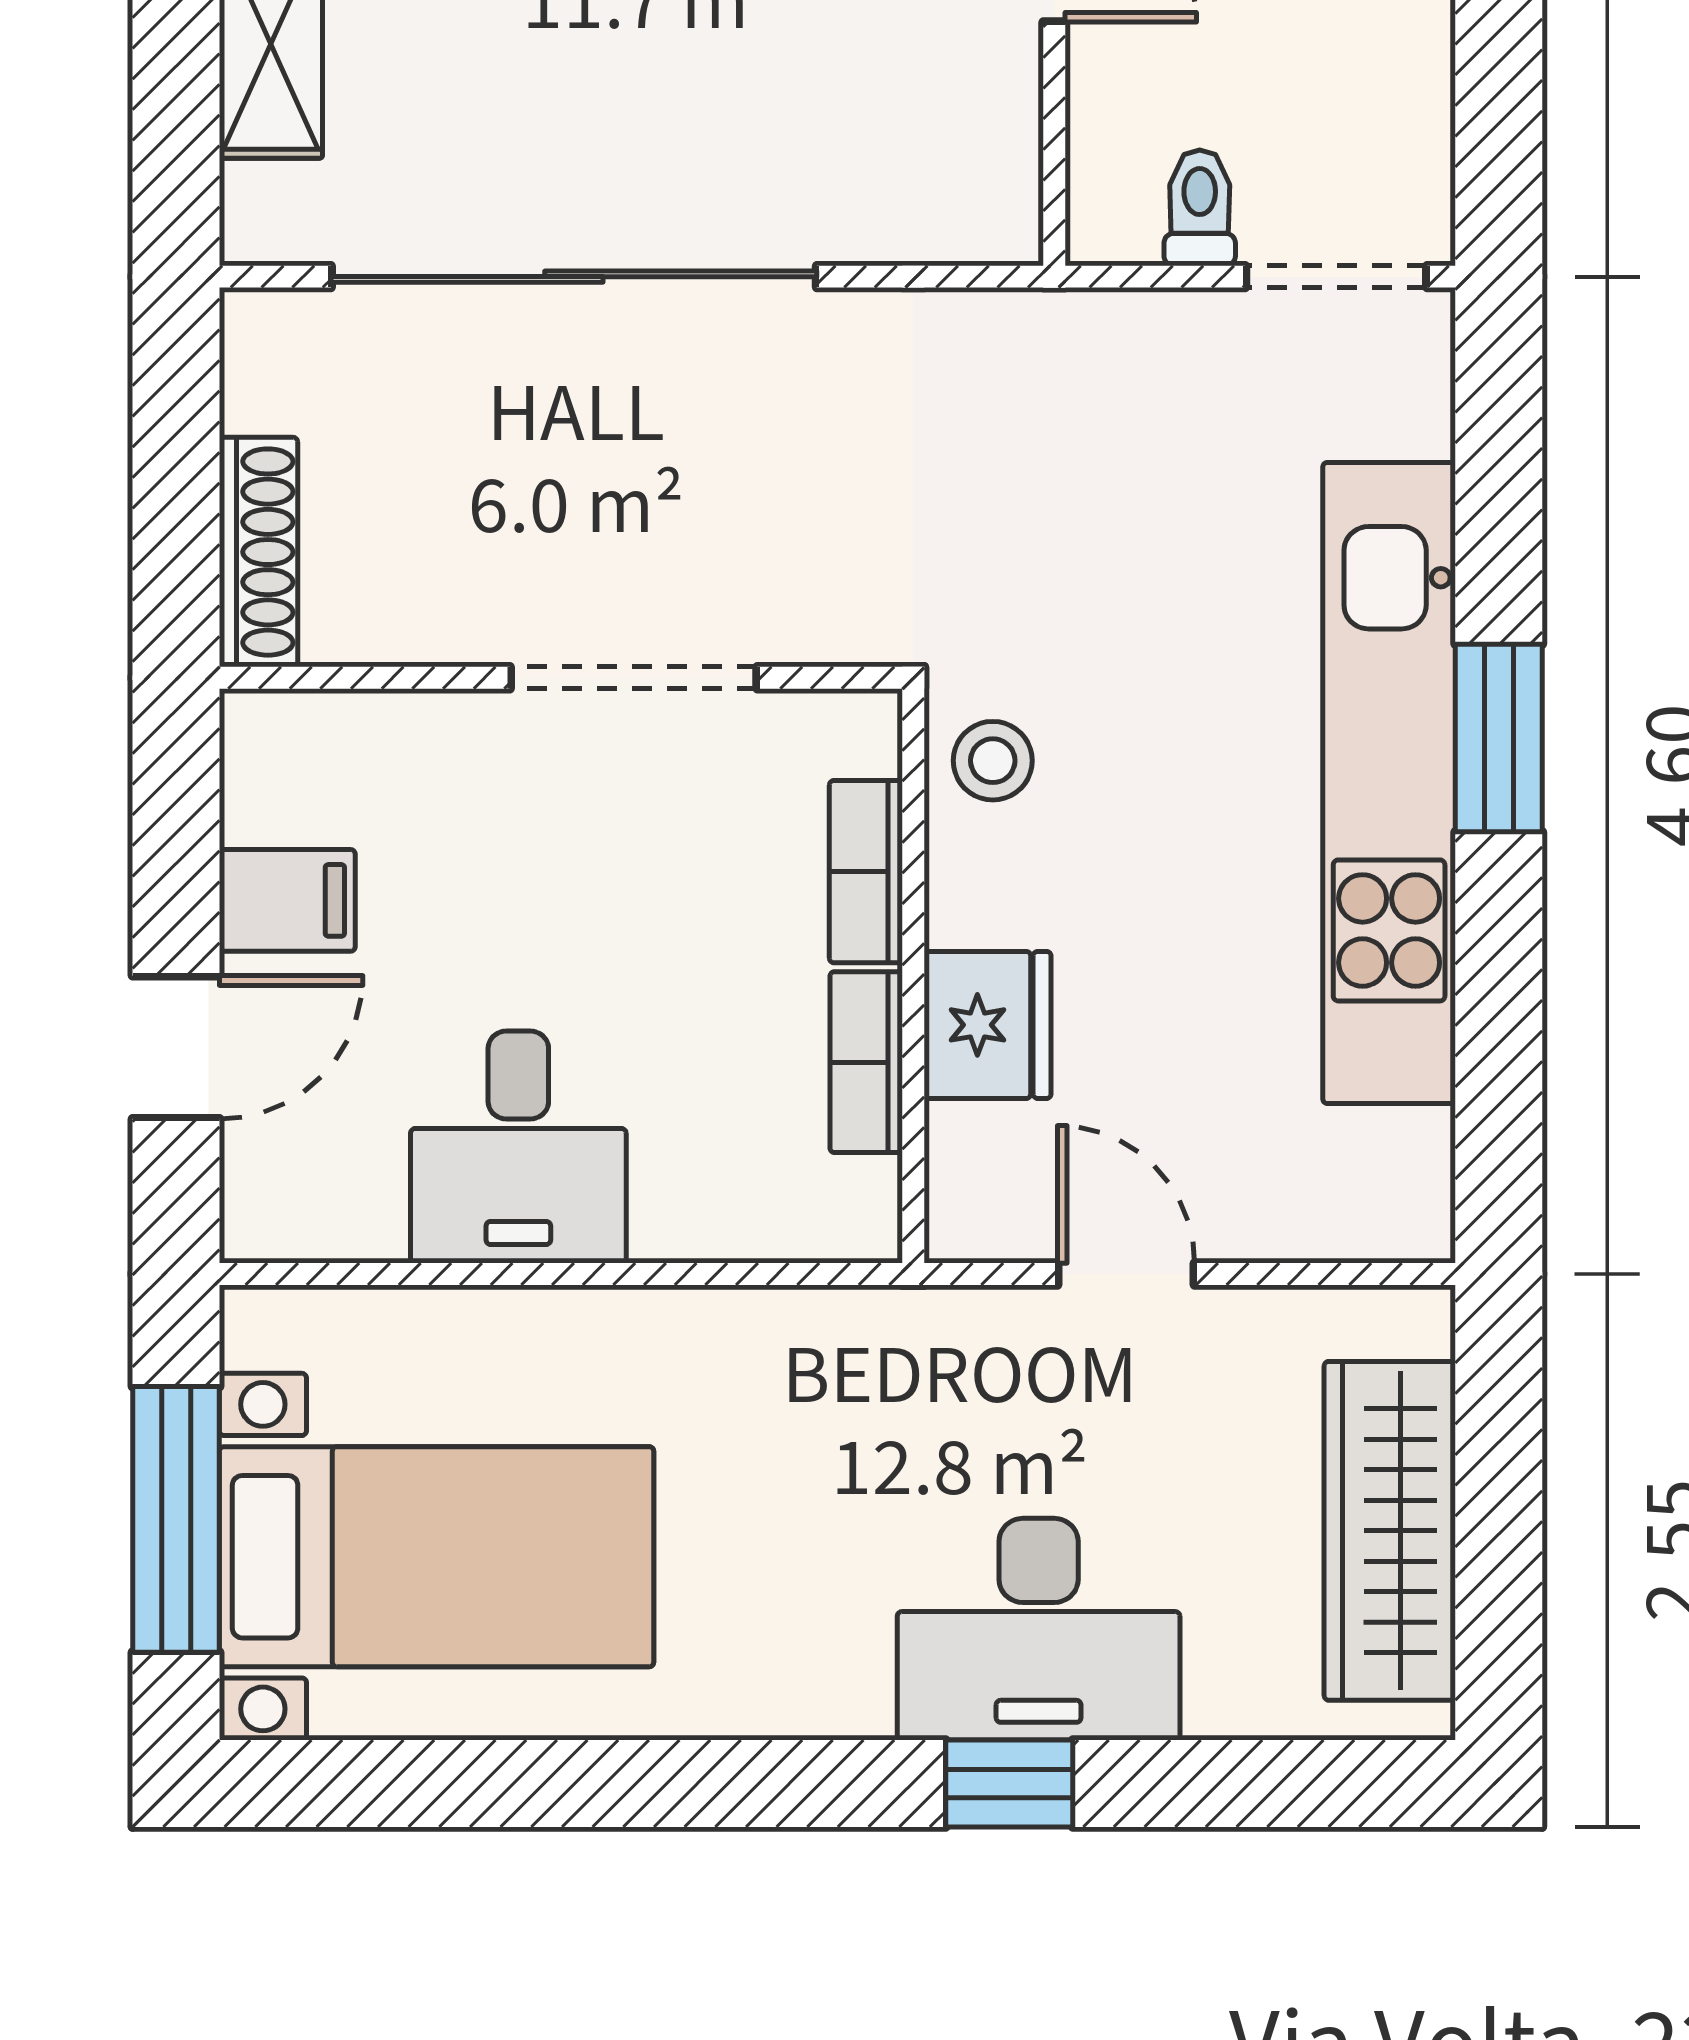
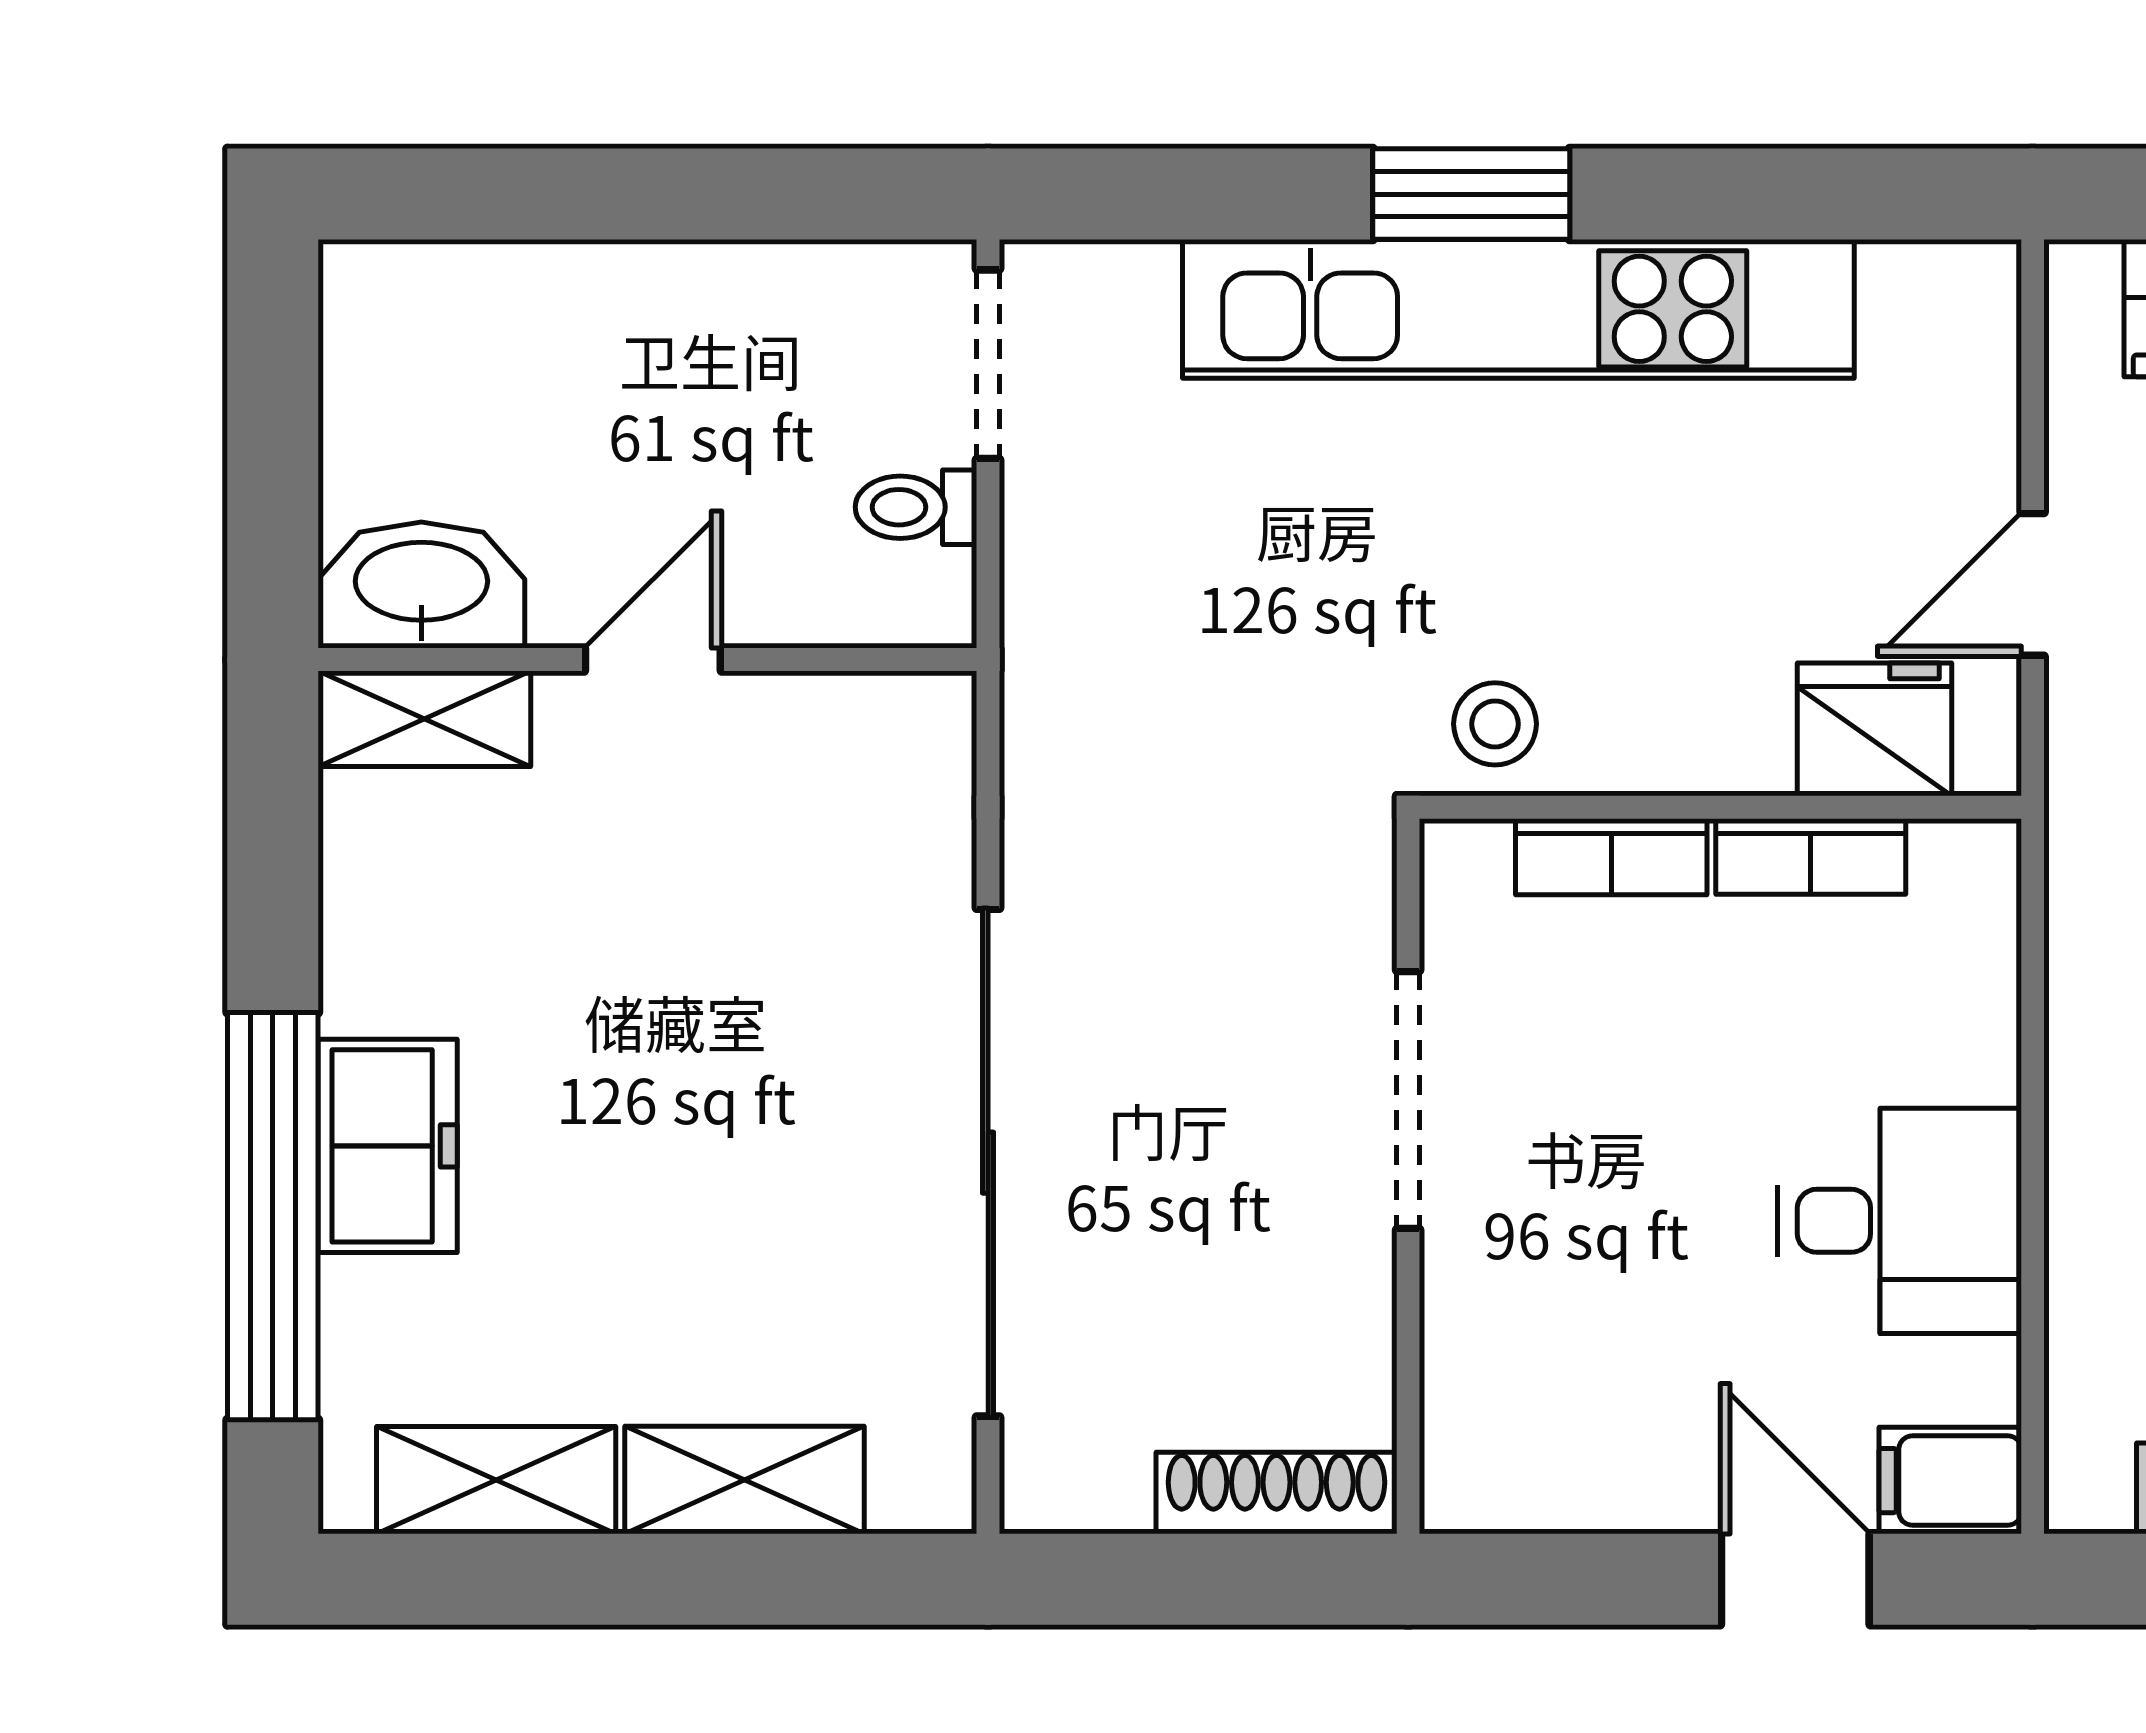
filing cabinet: (287, 900) -> (1950, 1481), moved, turned -90
fridge: (988, 1025) -> (1874, 729), moved

